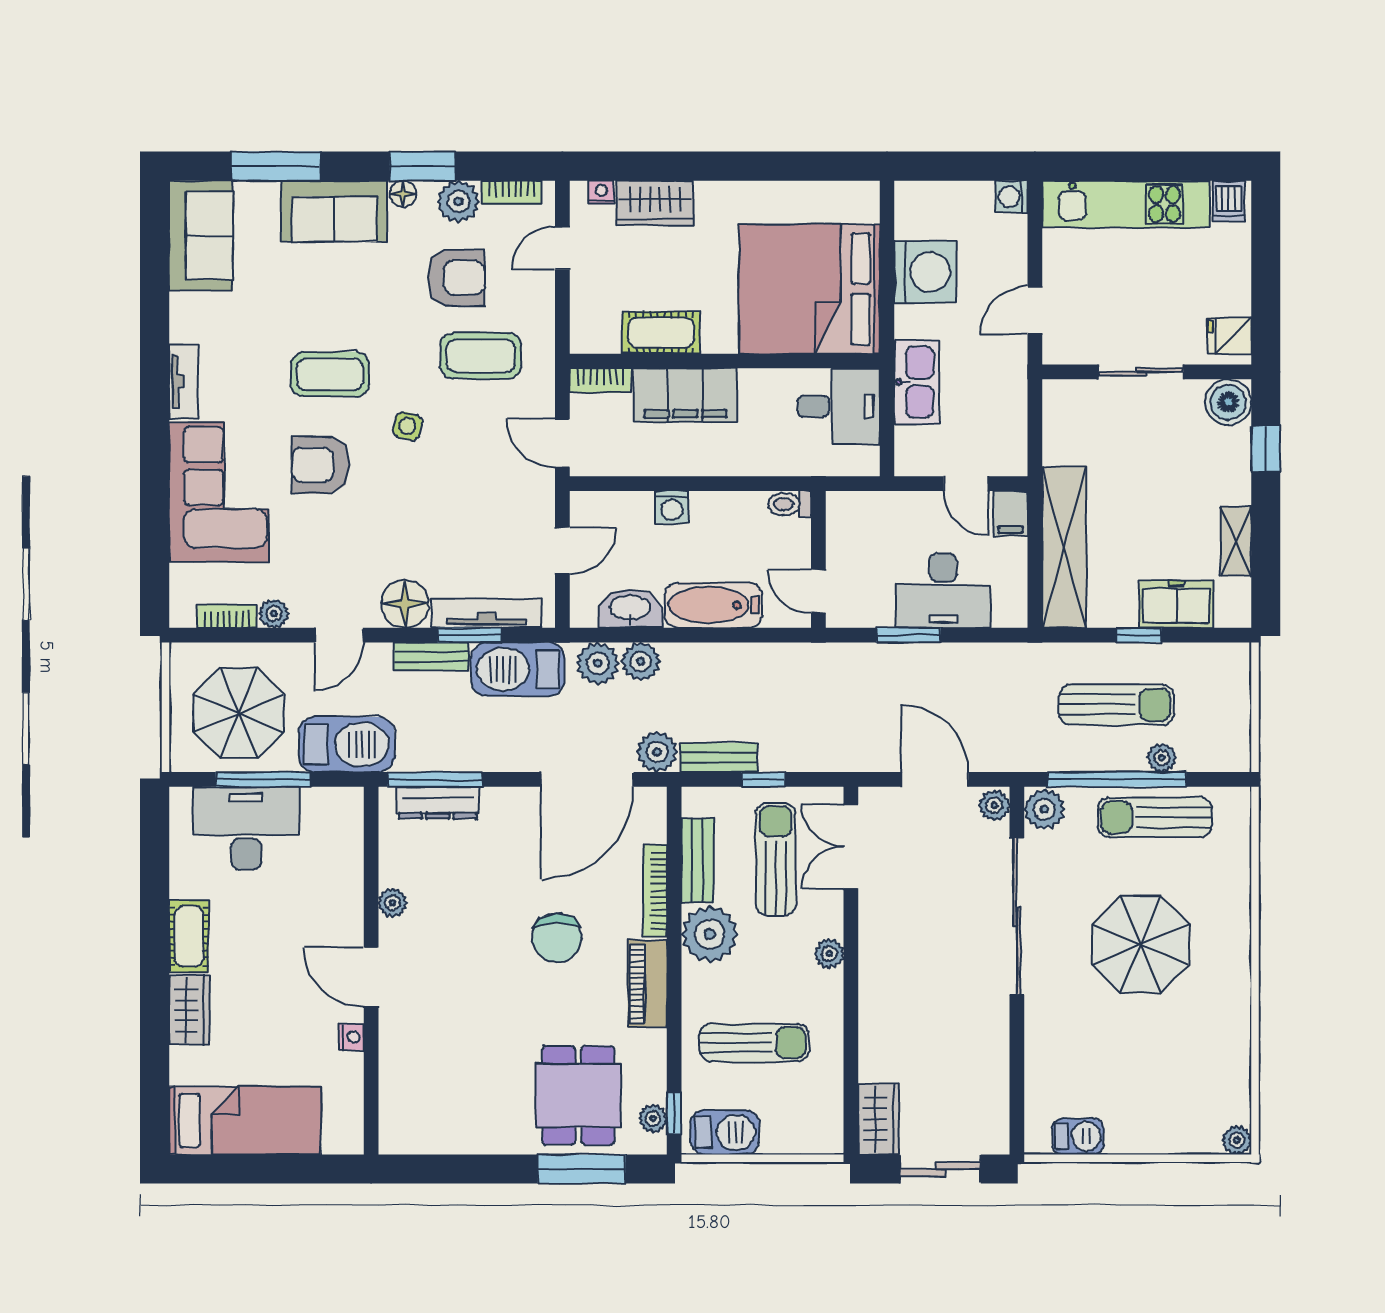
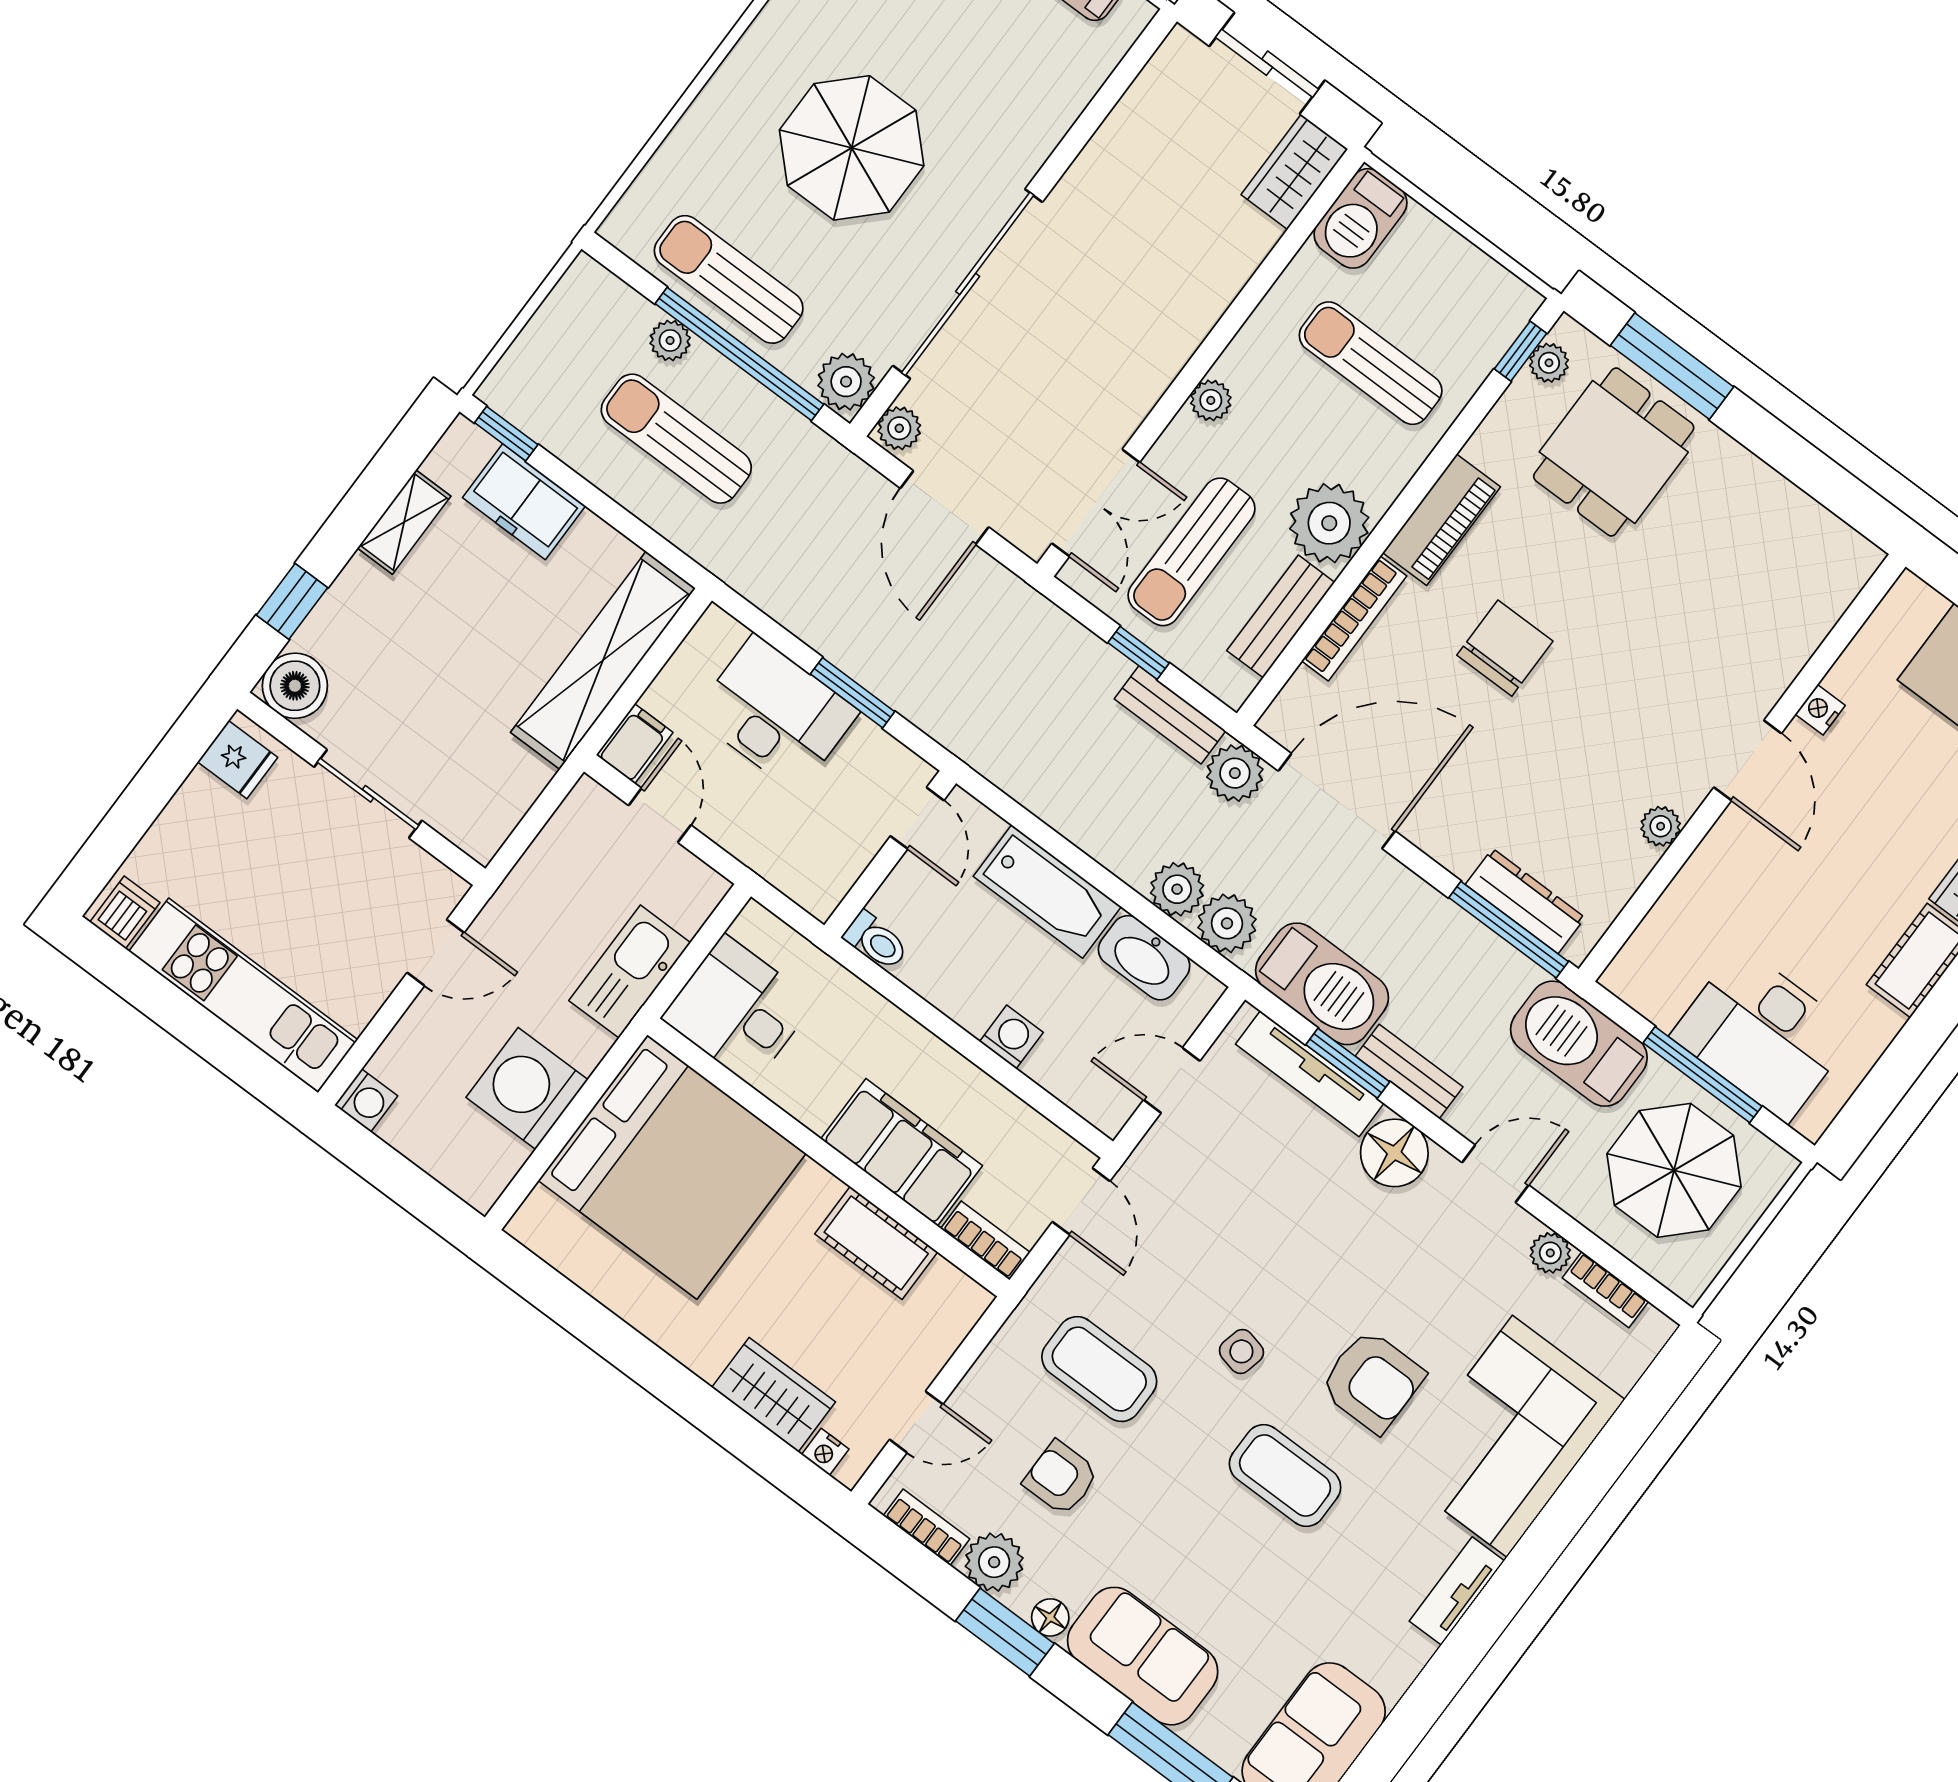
armchair: (456, 278) -> (1061, 1478), width x0.72, depth x0.72
window: (1139, 635) -> (506, 434), moved
sun lounger: (1155, 817) -> (729, 279), turned 180
barbecue: (725, 1132) -> (1360, 218), moved, turned -90

